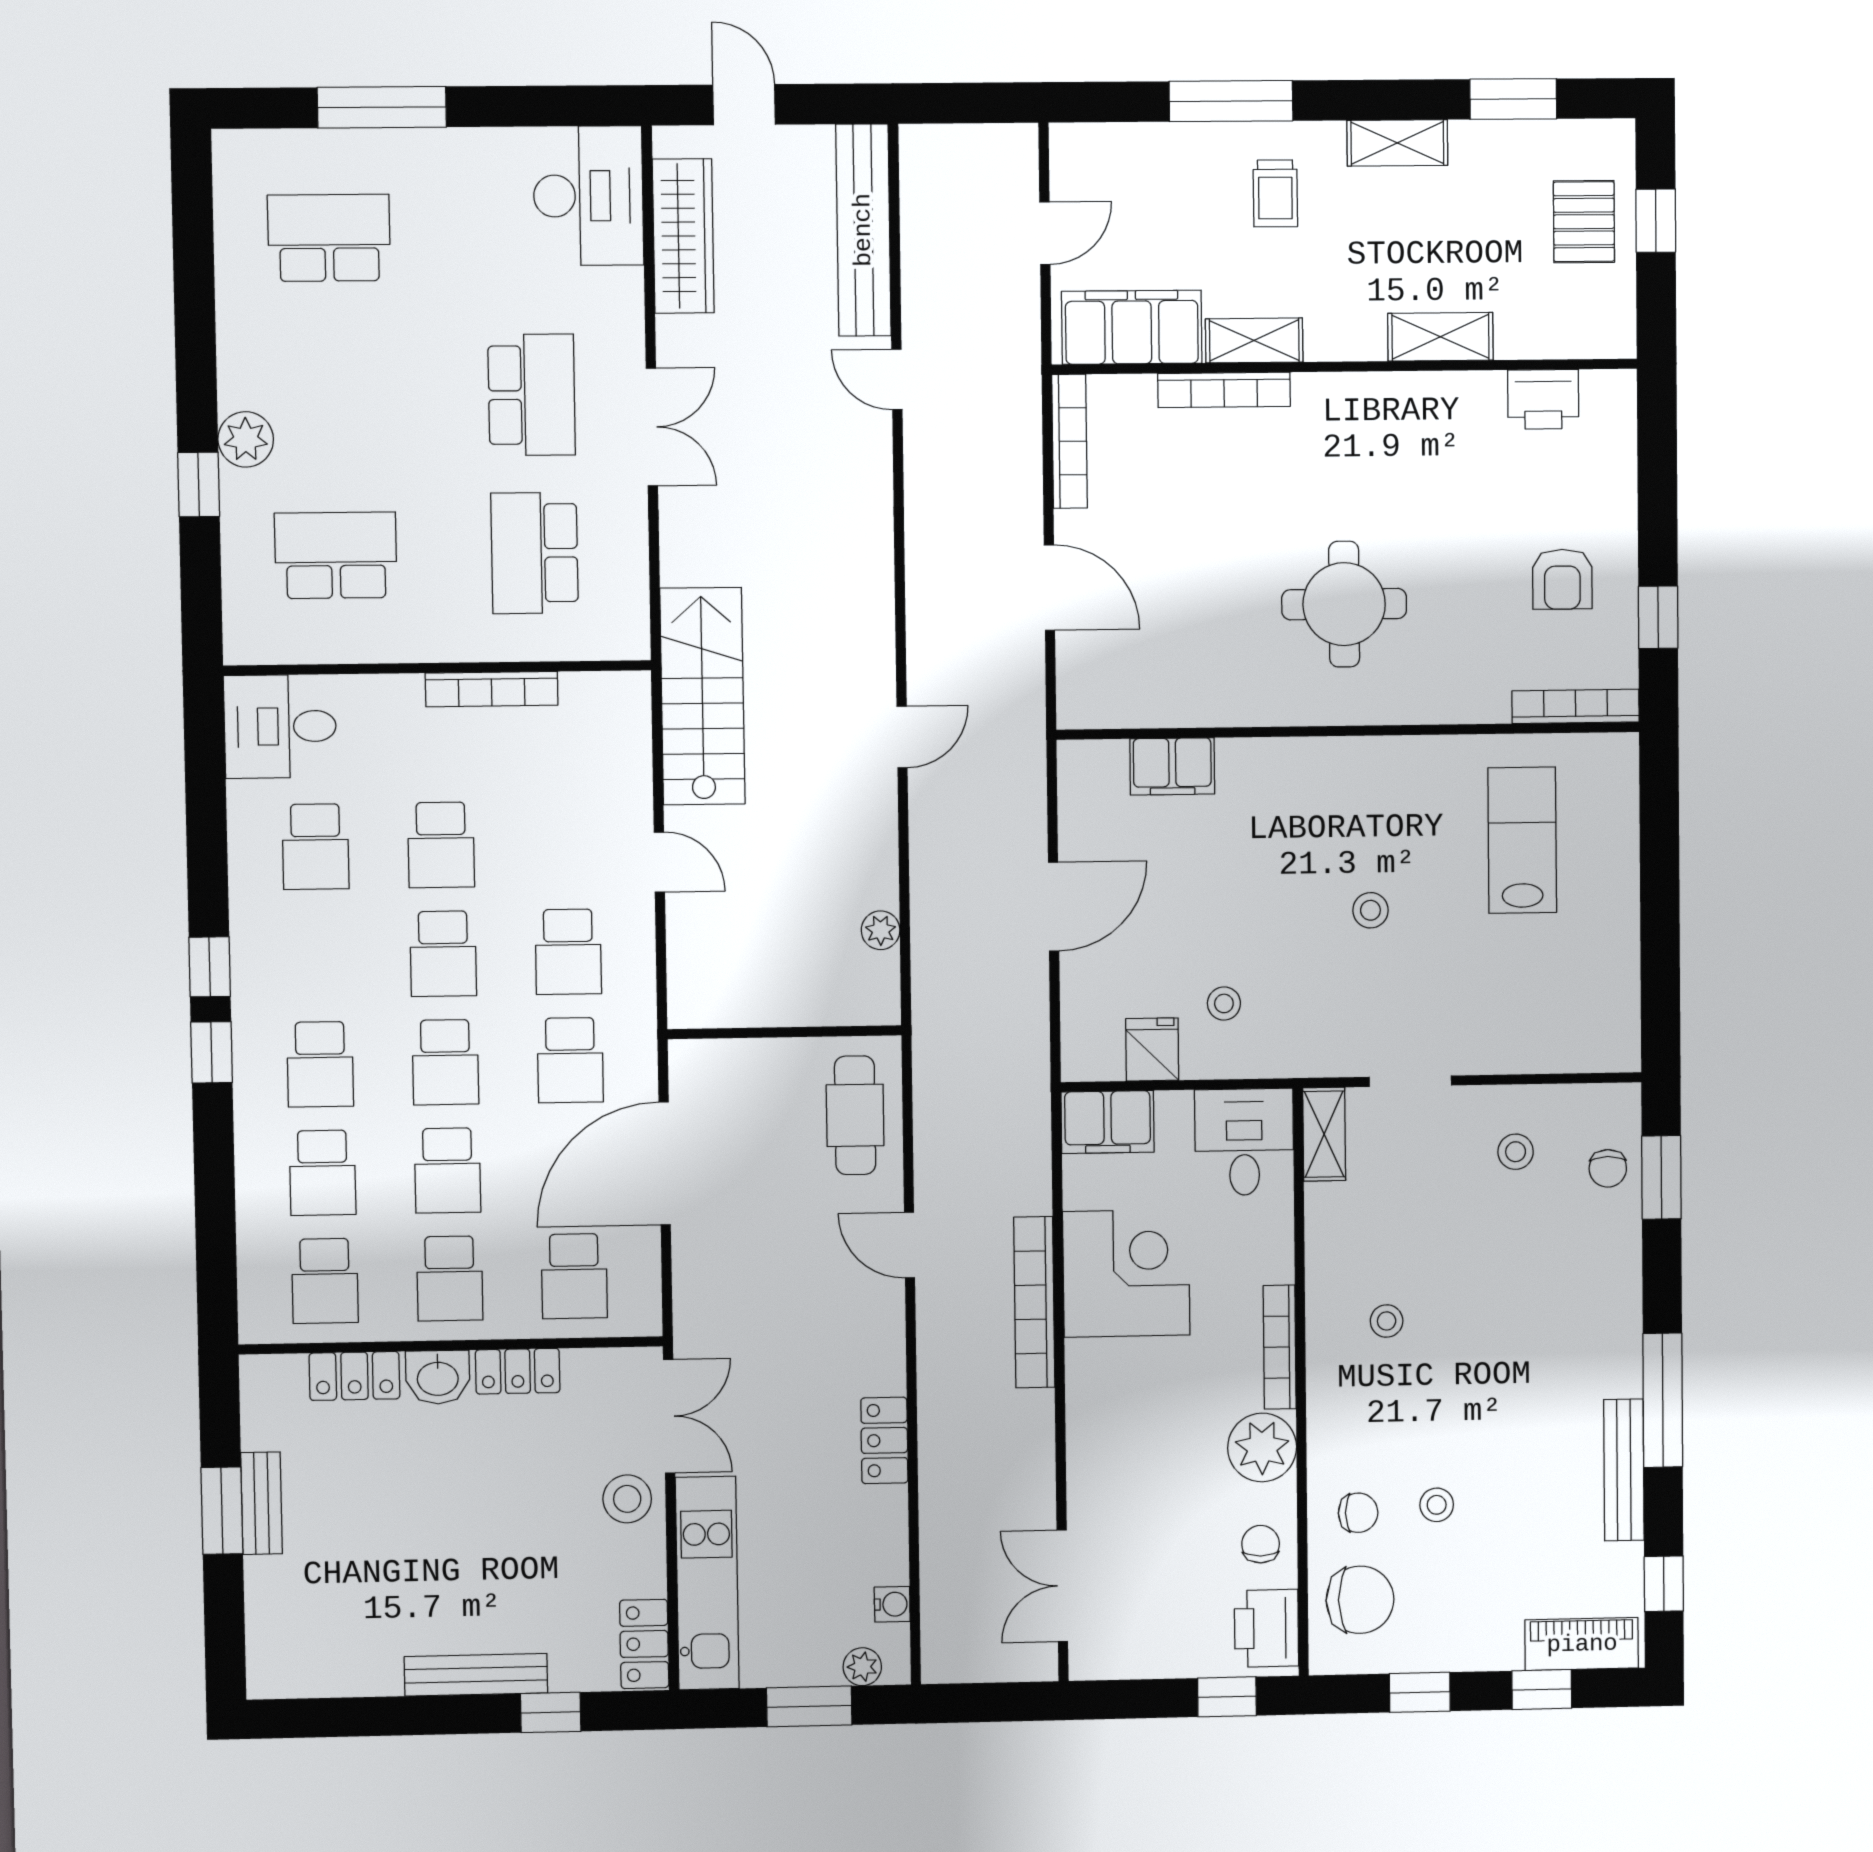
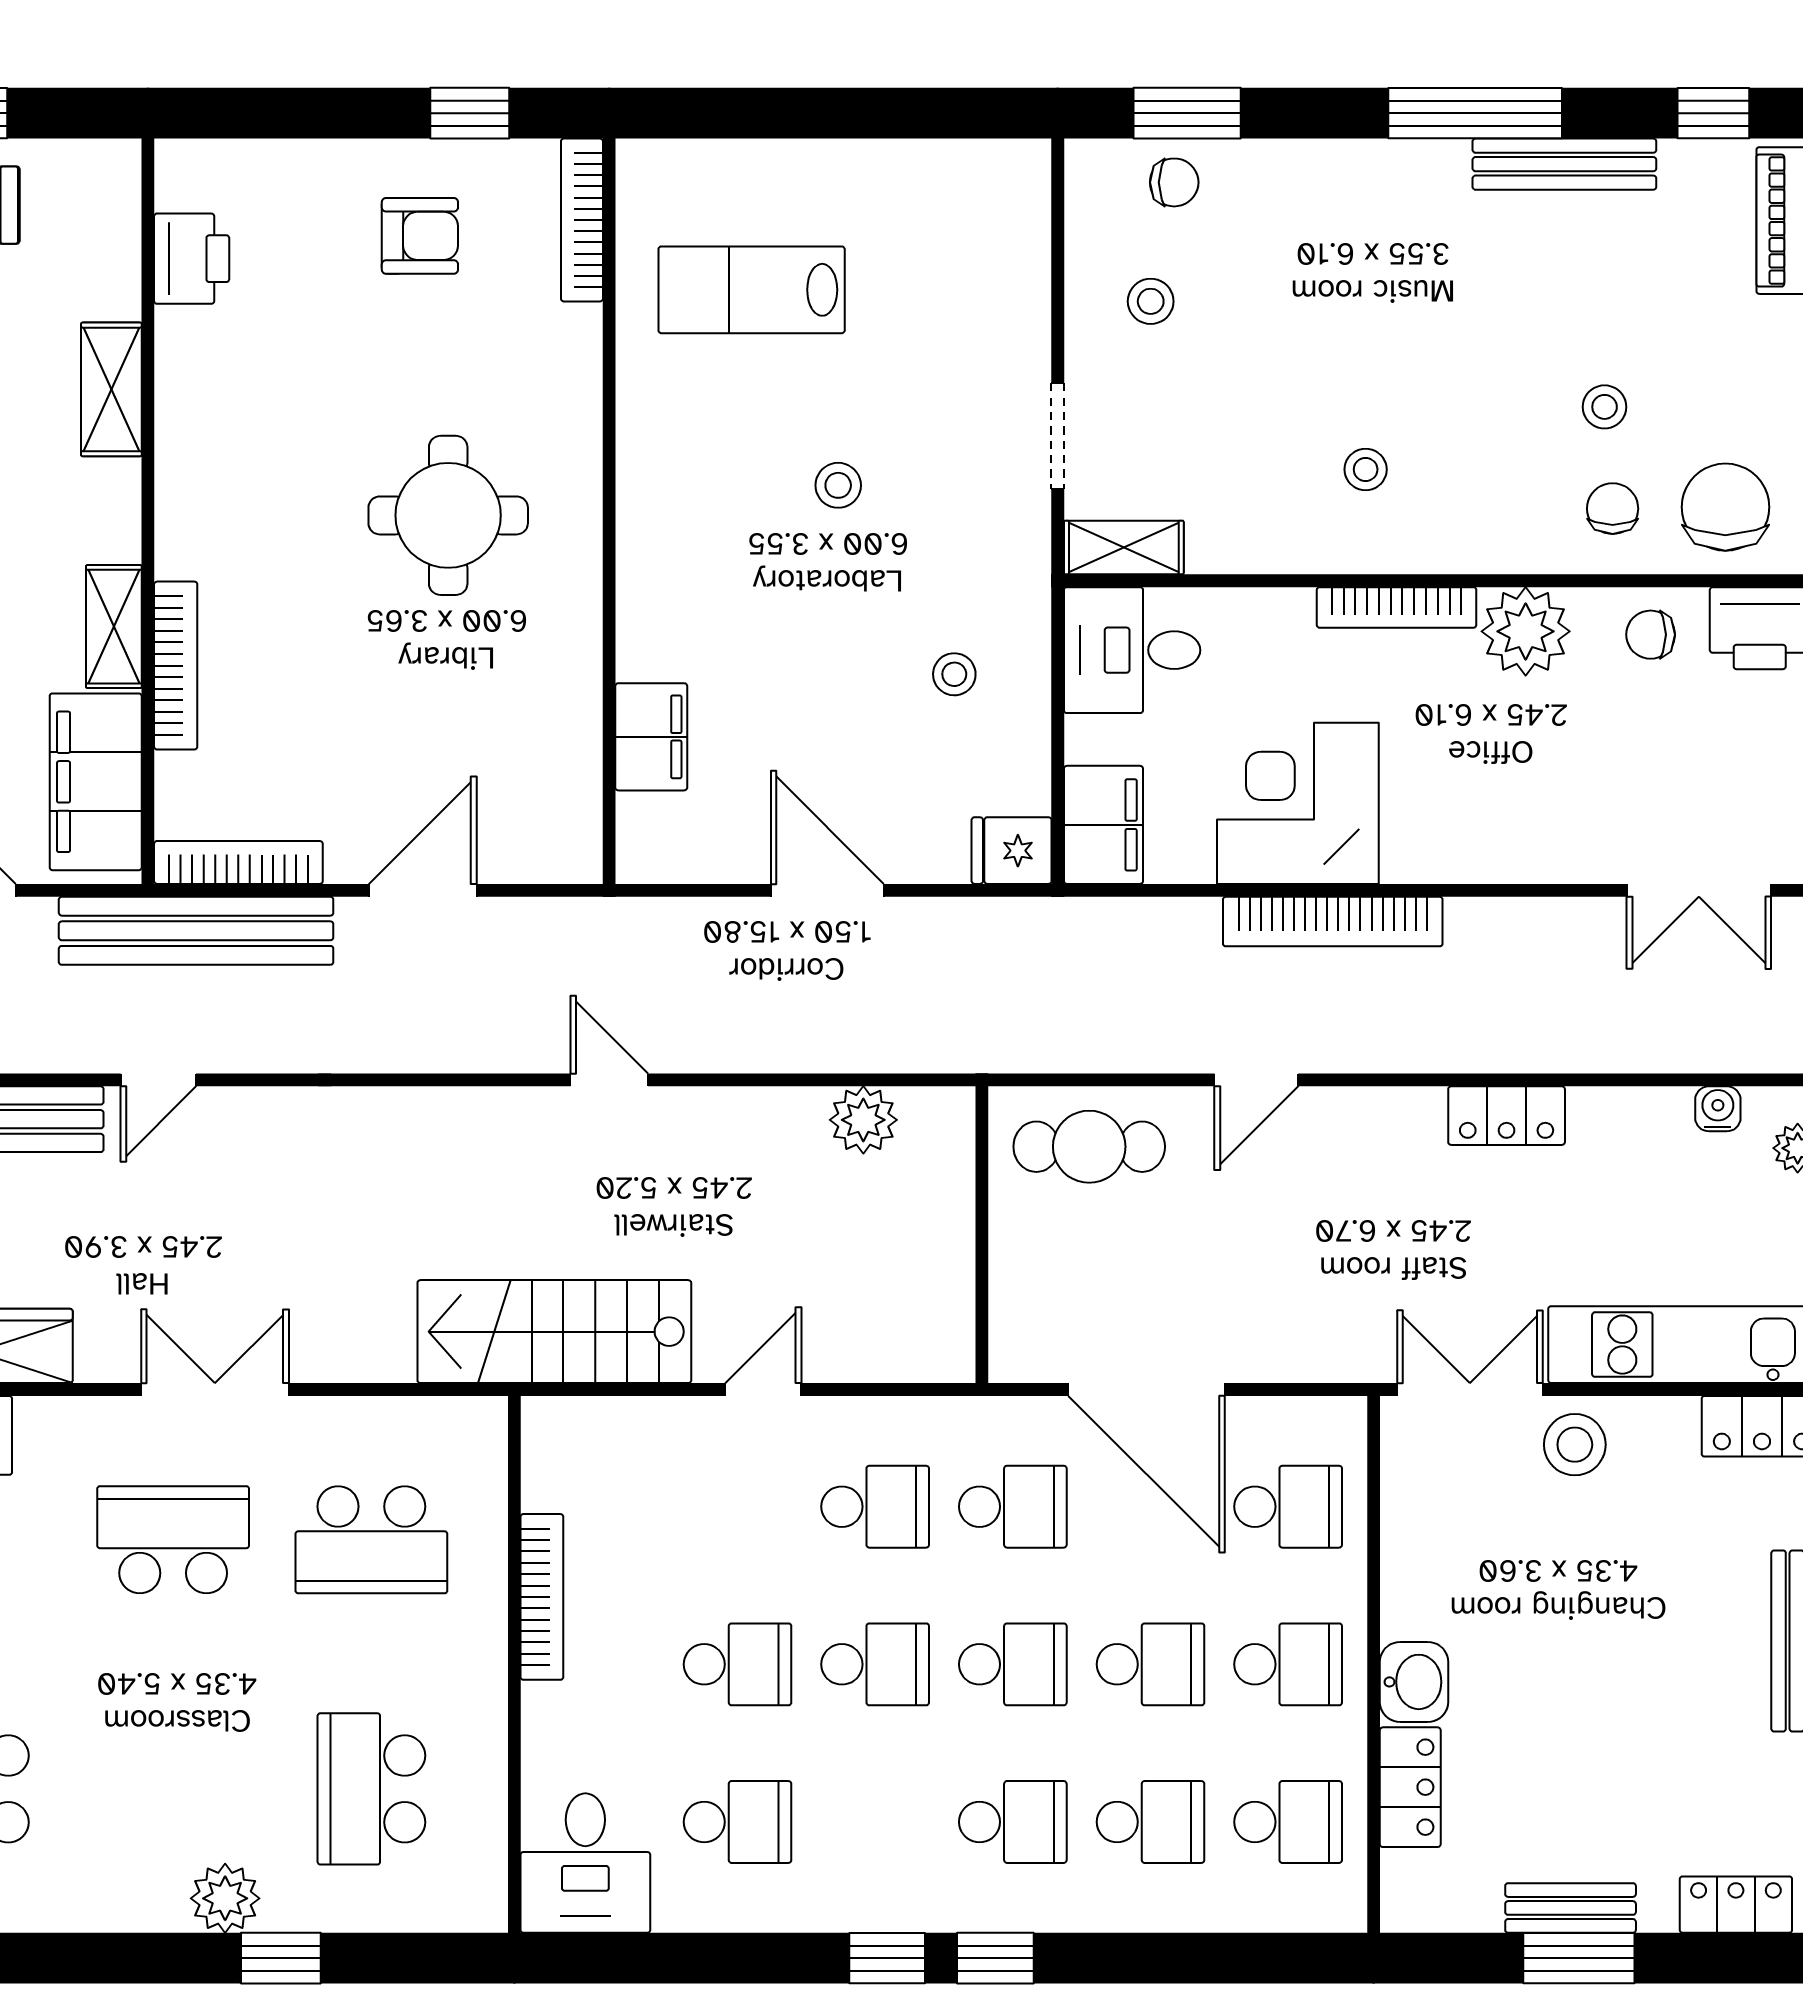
bench: (1015, 408) -> (196, 931), added
plant: (881, 930) -> (863, 1120), width x1.38, depth x1.38
fridge: (1152, 1049) -> (1012, 851), moved
locker: (518, 1371) -> (1736, 1905), moved, turned -90

